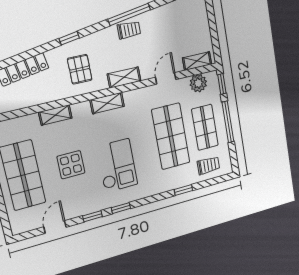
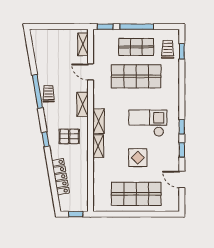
plant: (198, 83) -> (100, 46), removed
shelving: (55, 115) -> (98, 146), moved
window: (183, 190) -> (182, 51), moved

